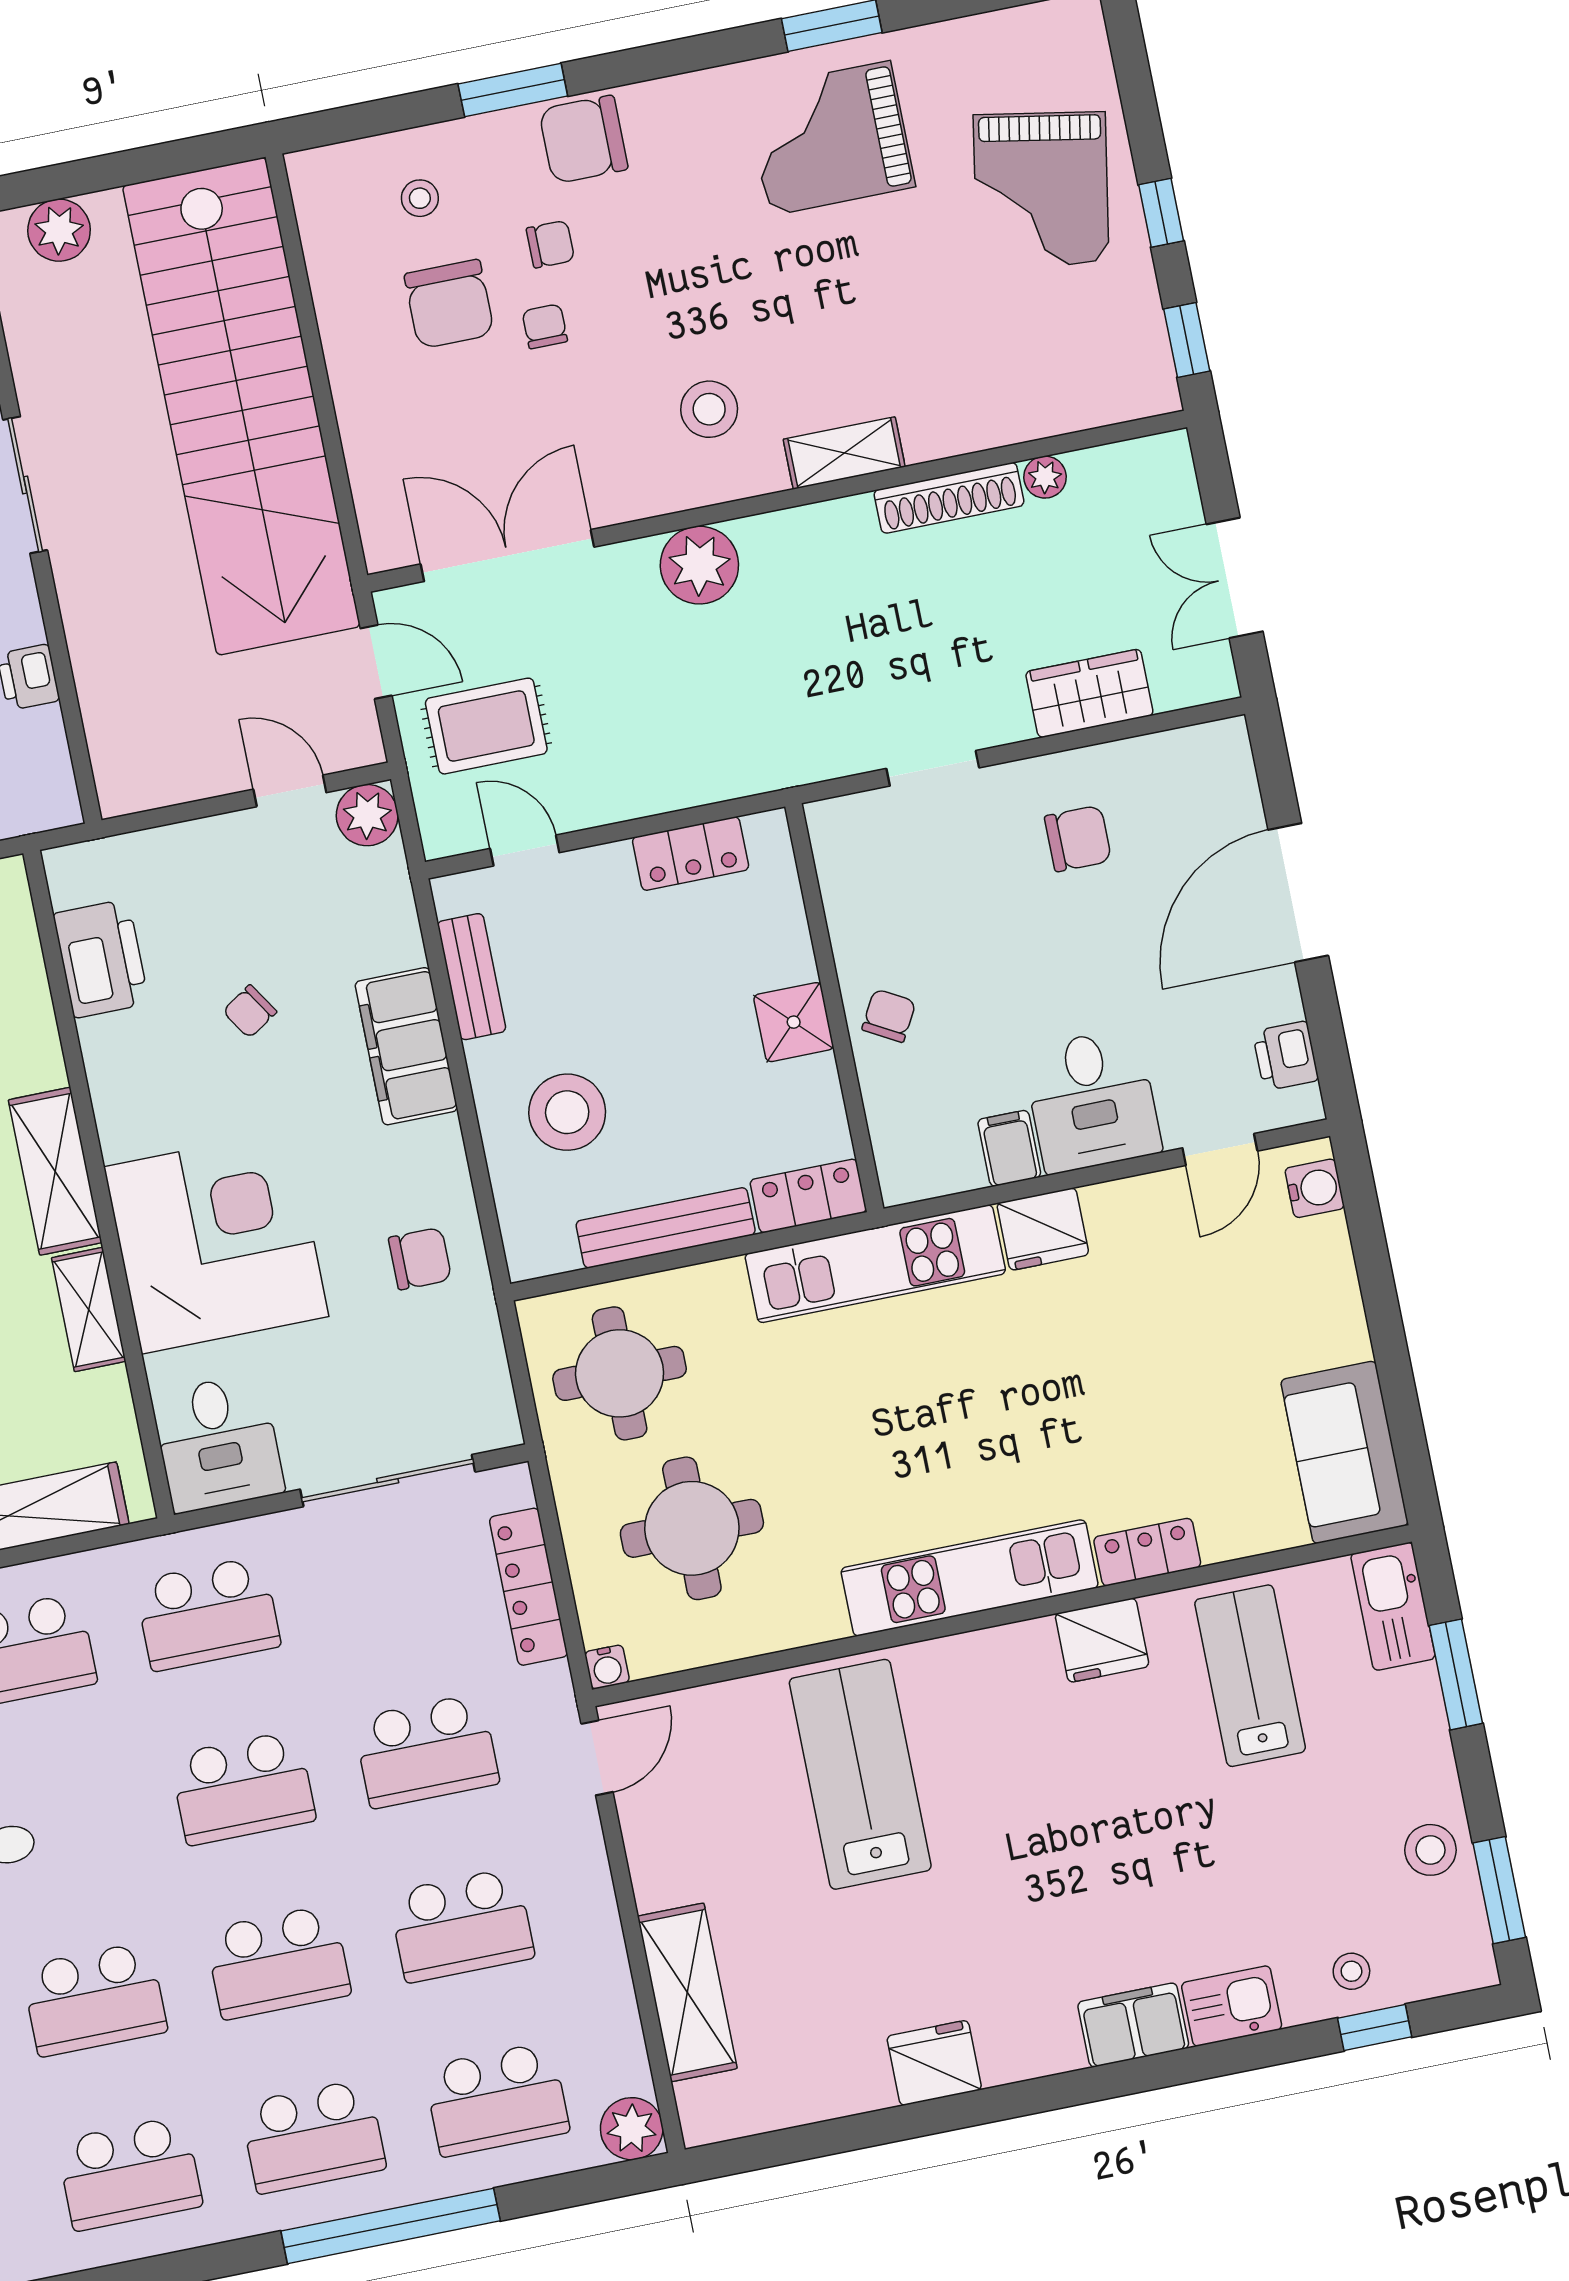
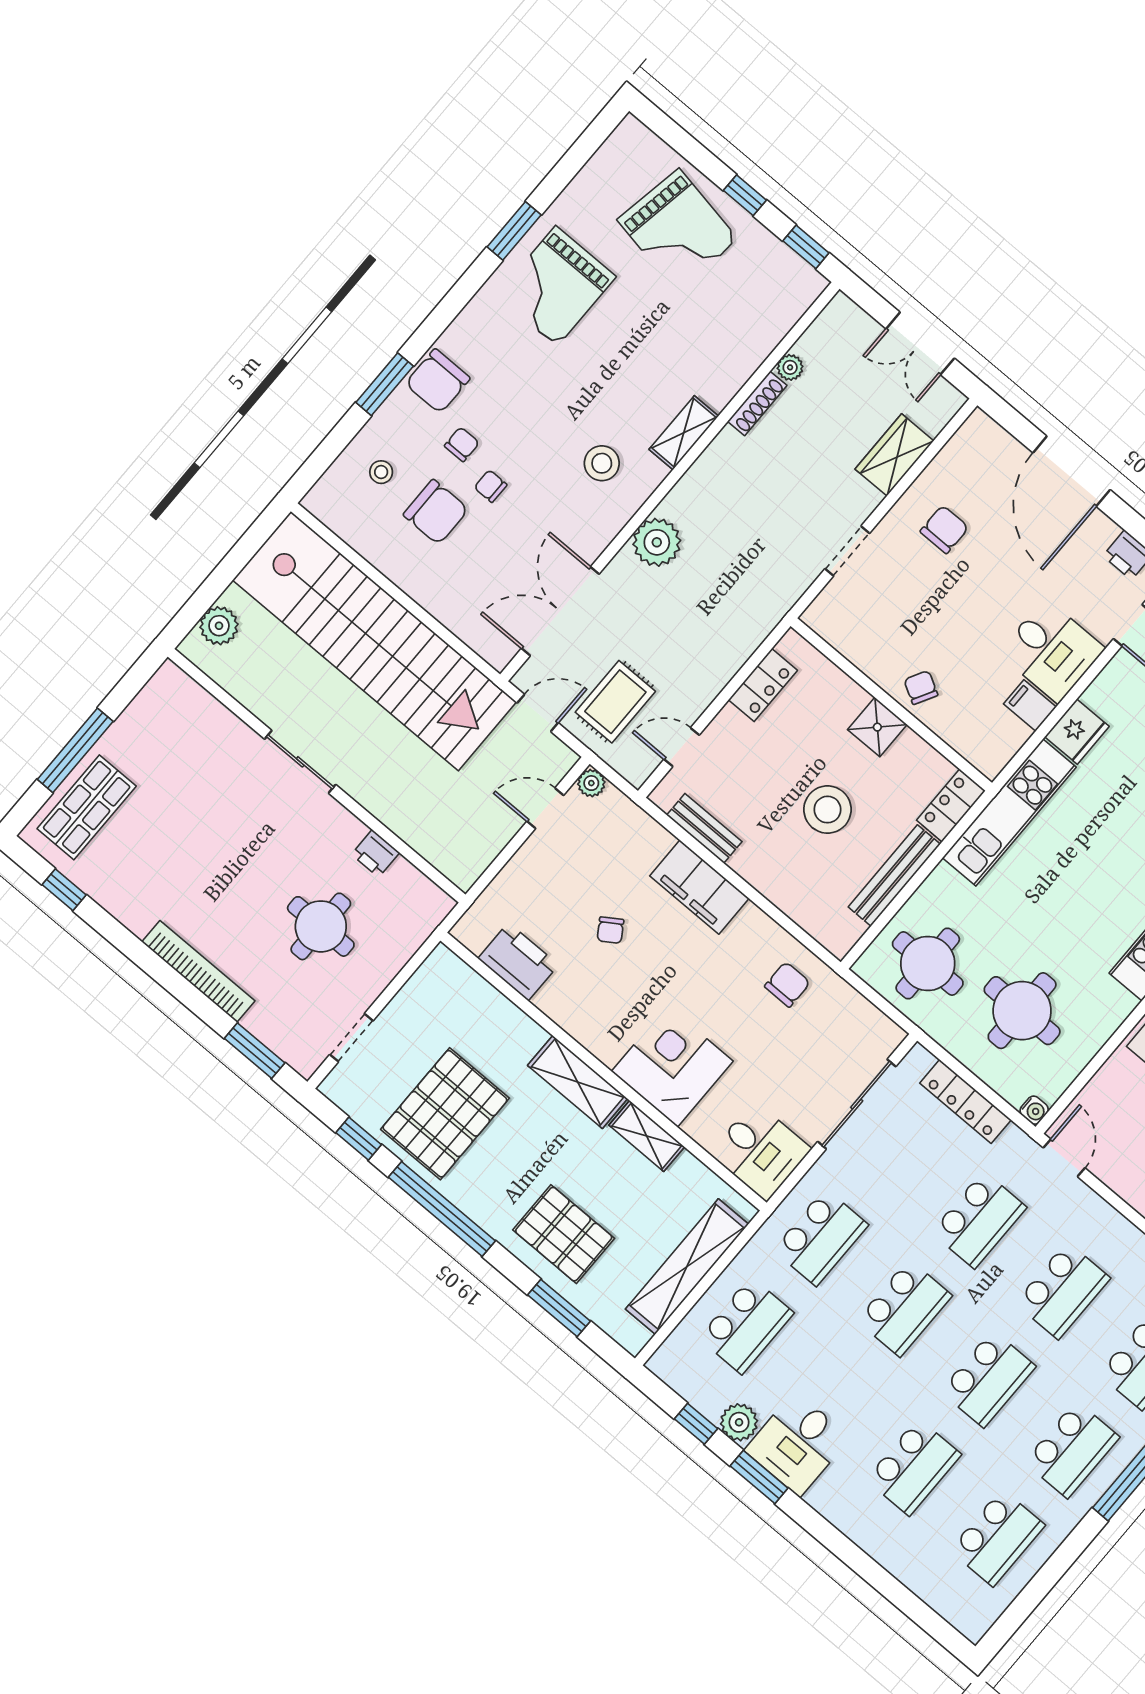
shoe rack: (949, 498) -> (757, 403), width x0.74, depth x0.81
plant: (367, 815) -> (591, 783), width x0.73, depth x0.73
stool: (567, 1112) -> (827, 810), moved
corner desk: (216, 1242) -> (672, 1066), width x0.74, depth x0.74

